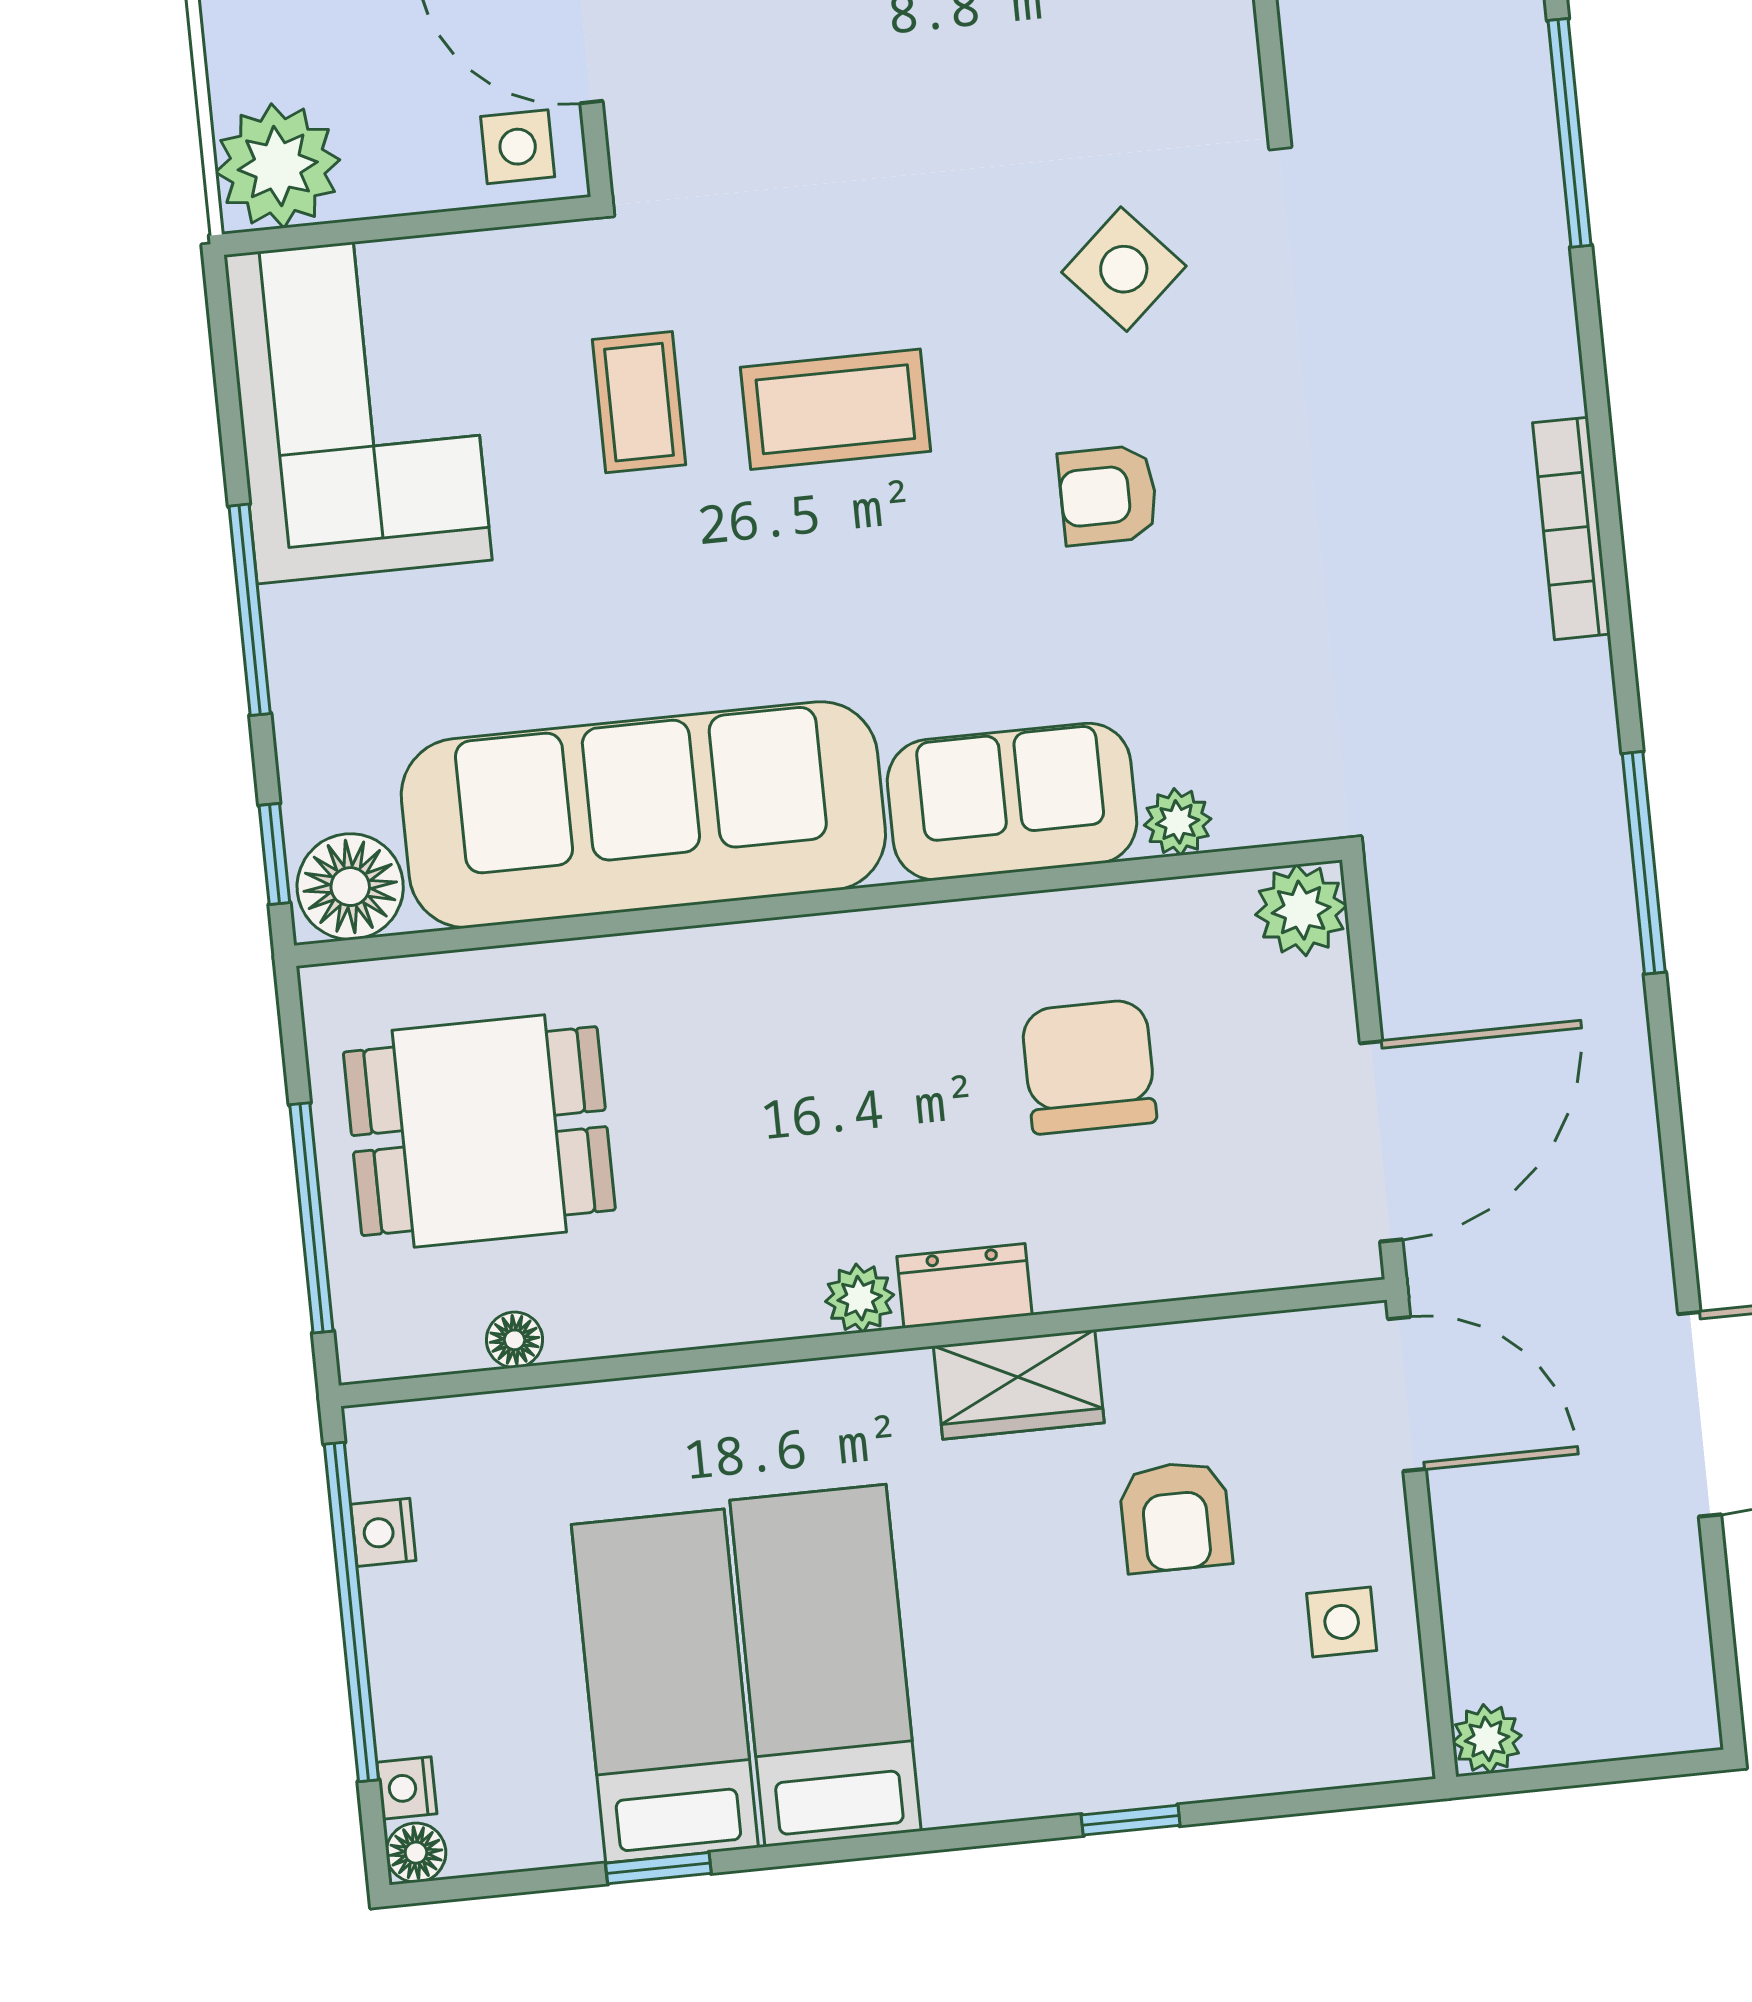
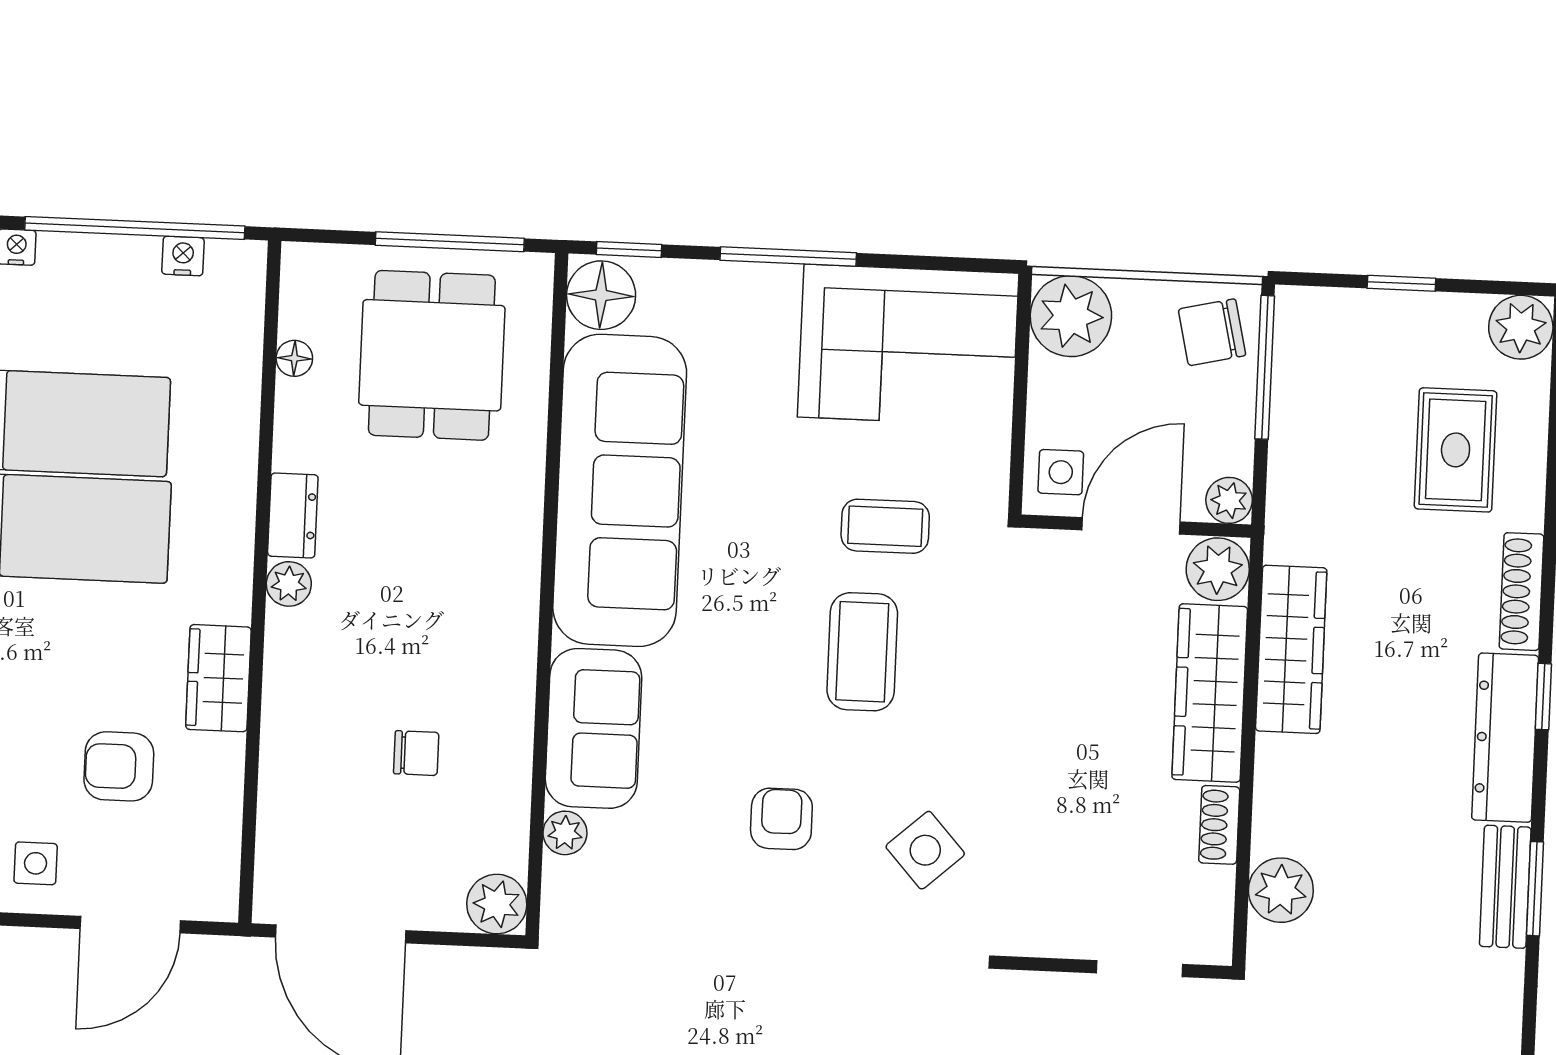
chair: (1089, 1067) -> (416, 753), width x0.54, depth x0.54
window: (311, 1218) -> (450, 242), moved
dresser: (965, 1286) -> (293, 515), moved
door: (1407, 1394) -> (130, 925), moved

